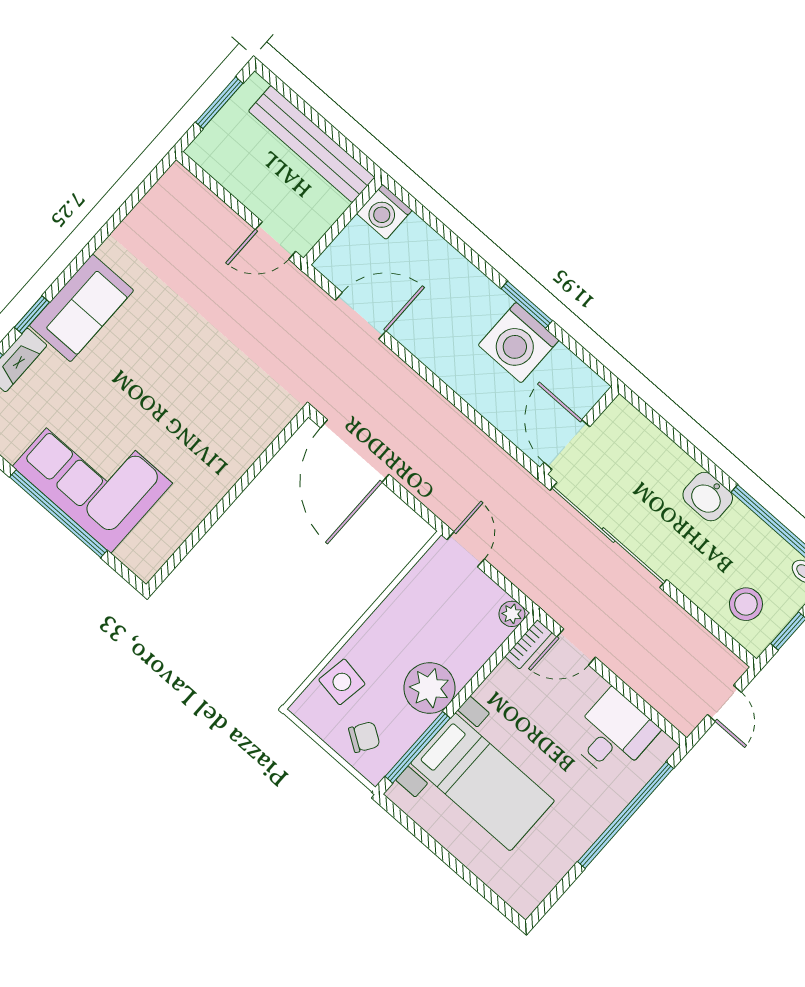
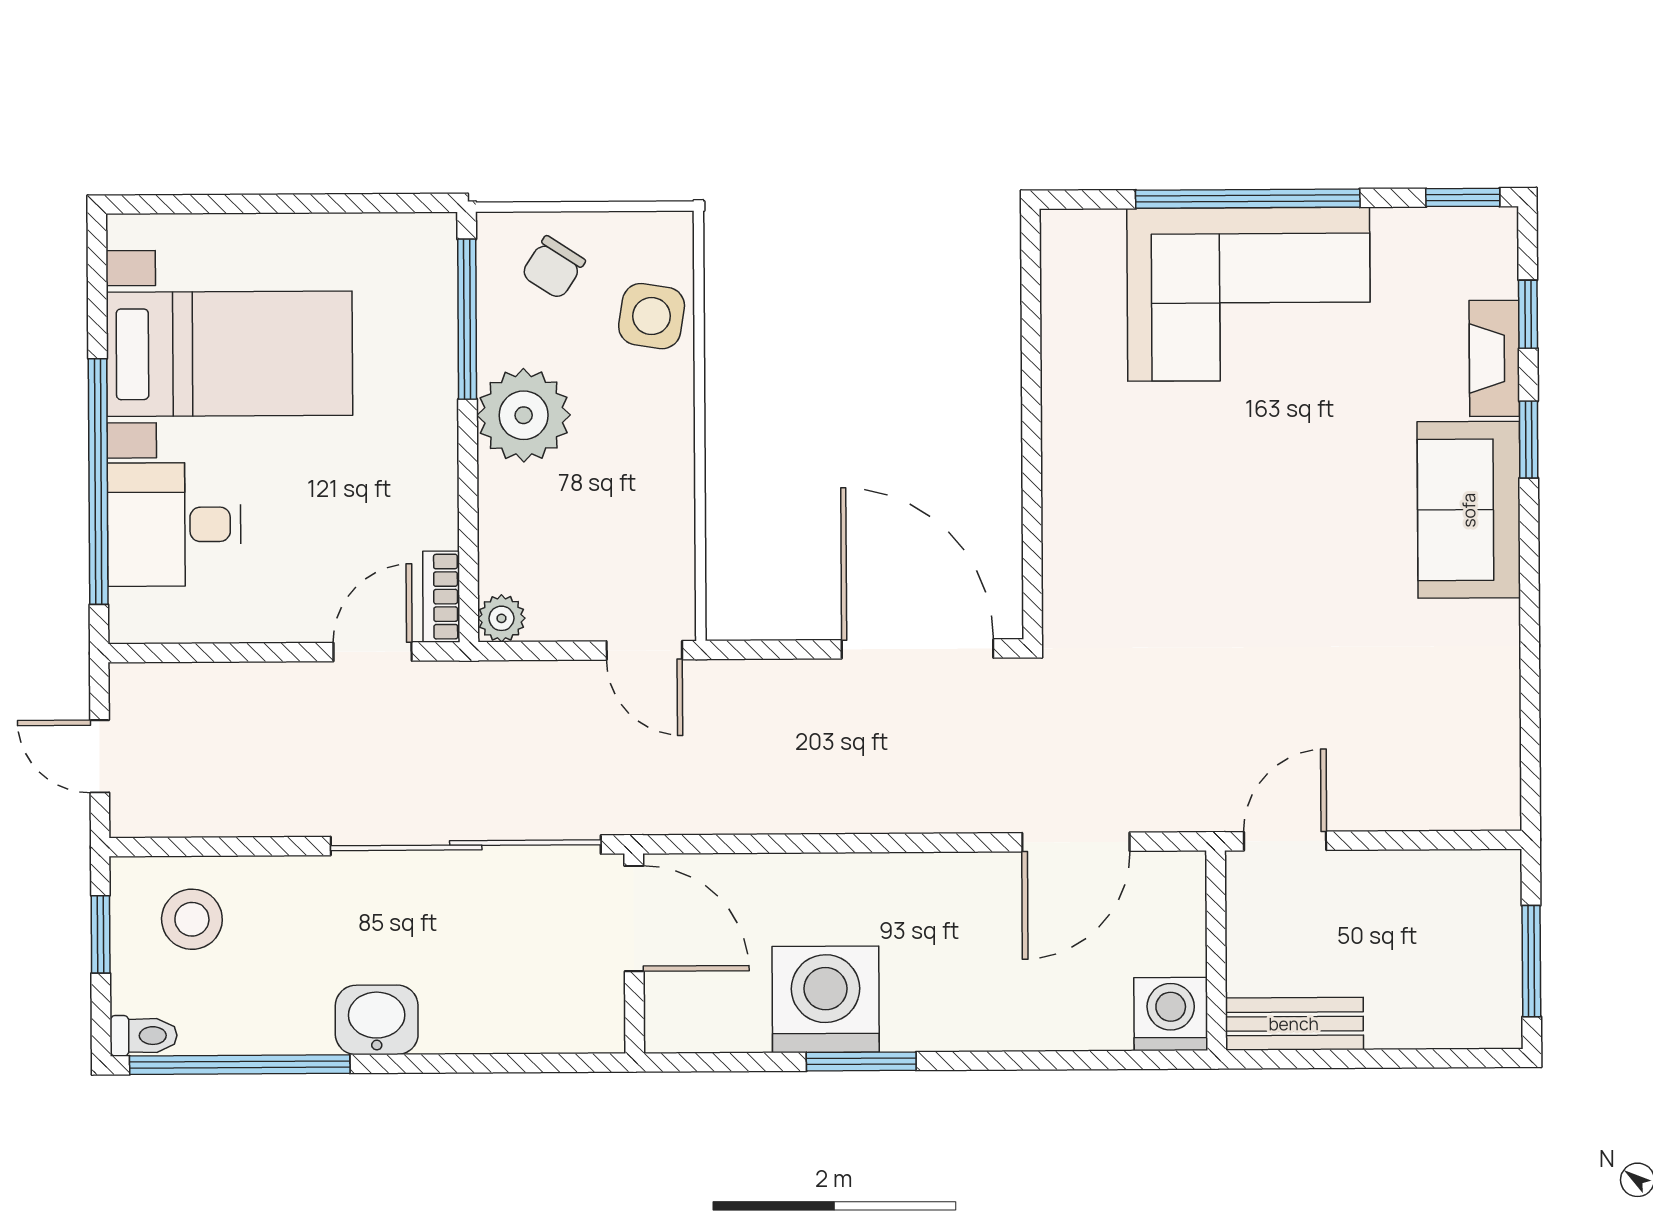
bench: (312, 144) -> (1294, 1024), width x0.54, depth x0.82
desk: (613, 734) -> (174, 525), moved, turned 90
bed with nightstands: (483, 782) -> (229, 354), moved, turned 180

